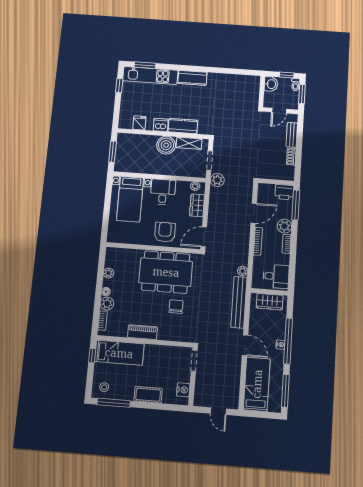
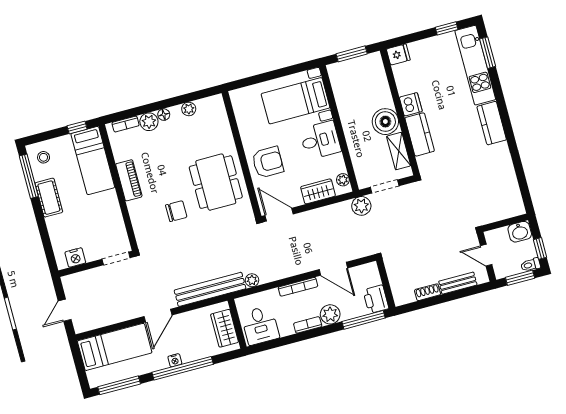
fridge: (139, 123) -> (398, 54), moved
dining table: (166, 272) -> (216, 182), width x0.73, depth x0.80
cot: (148, 395) -> (49, 198), moved

